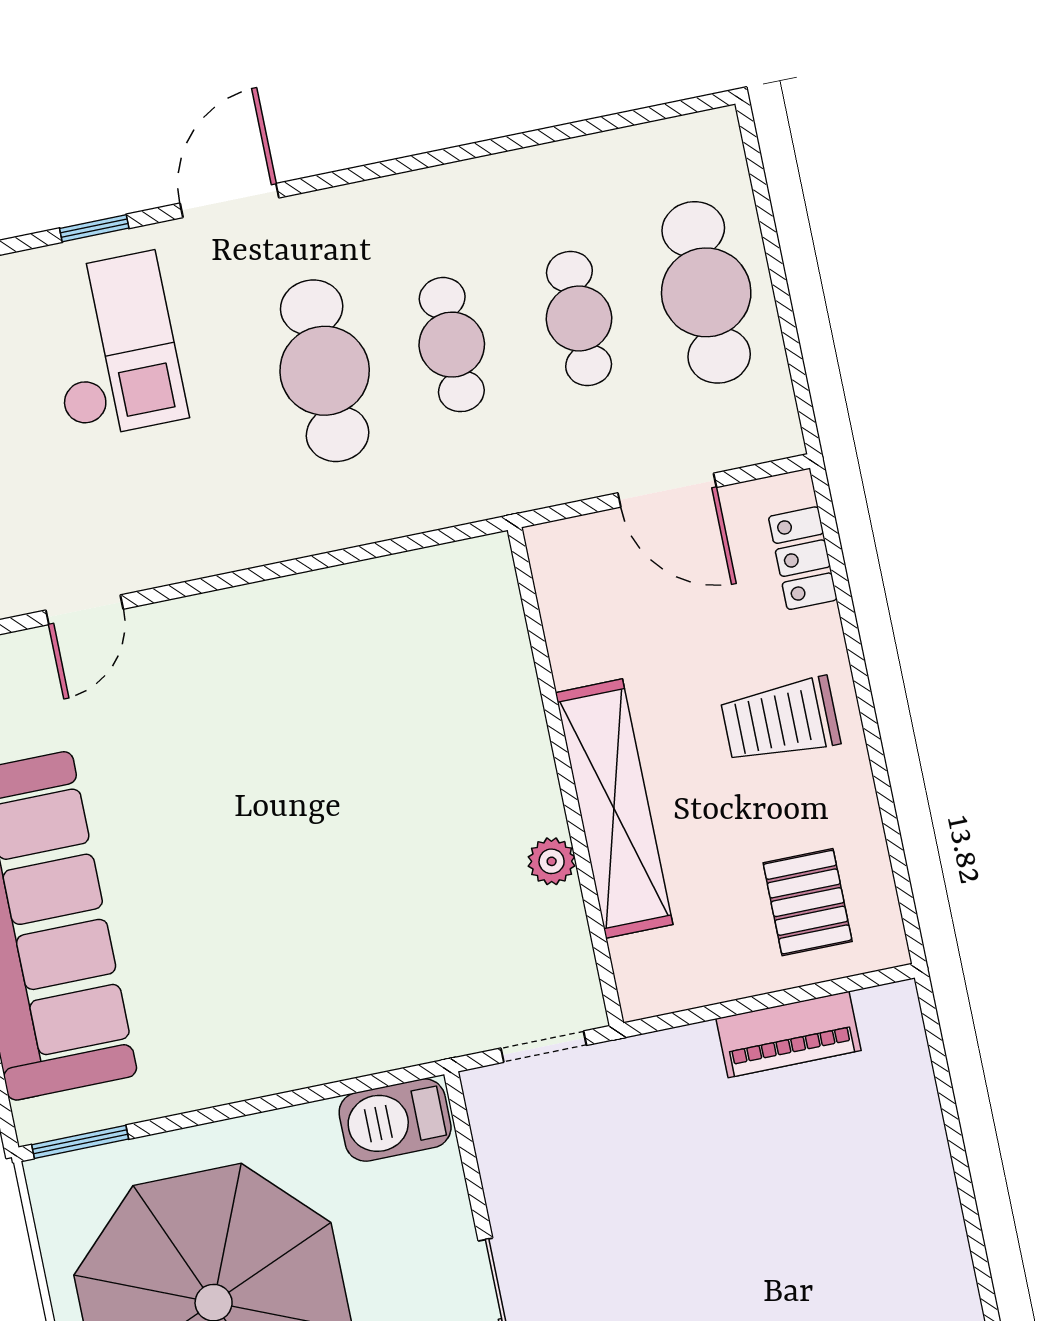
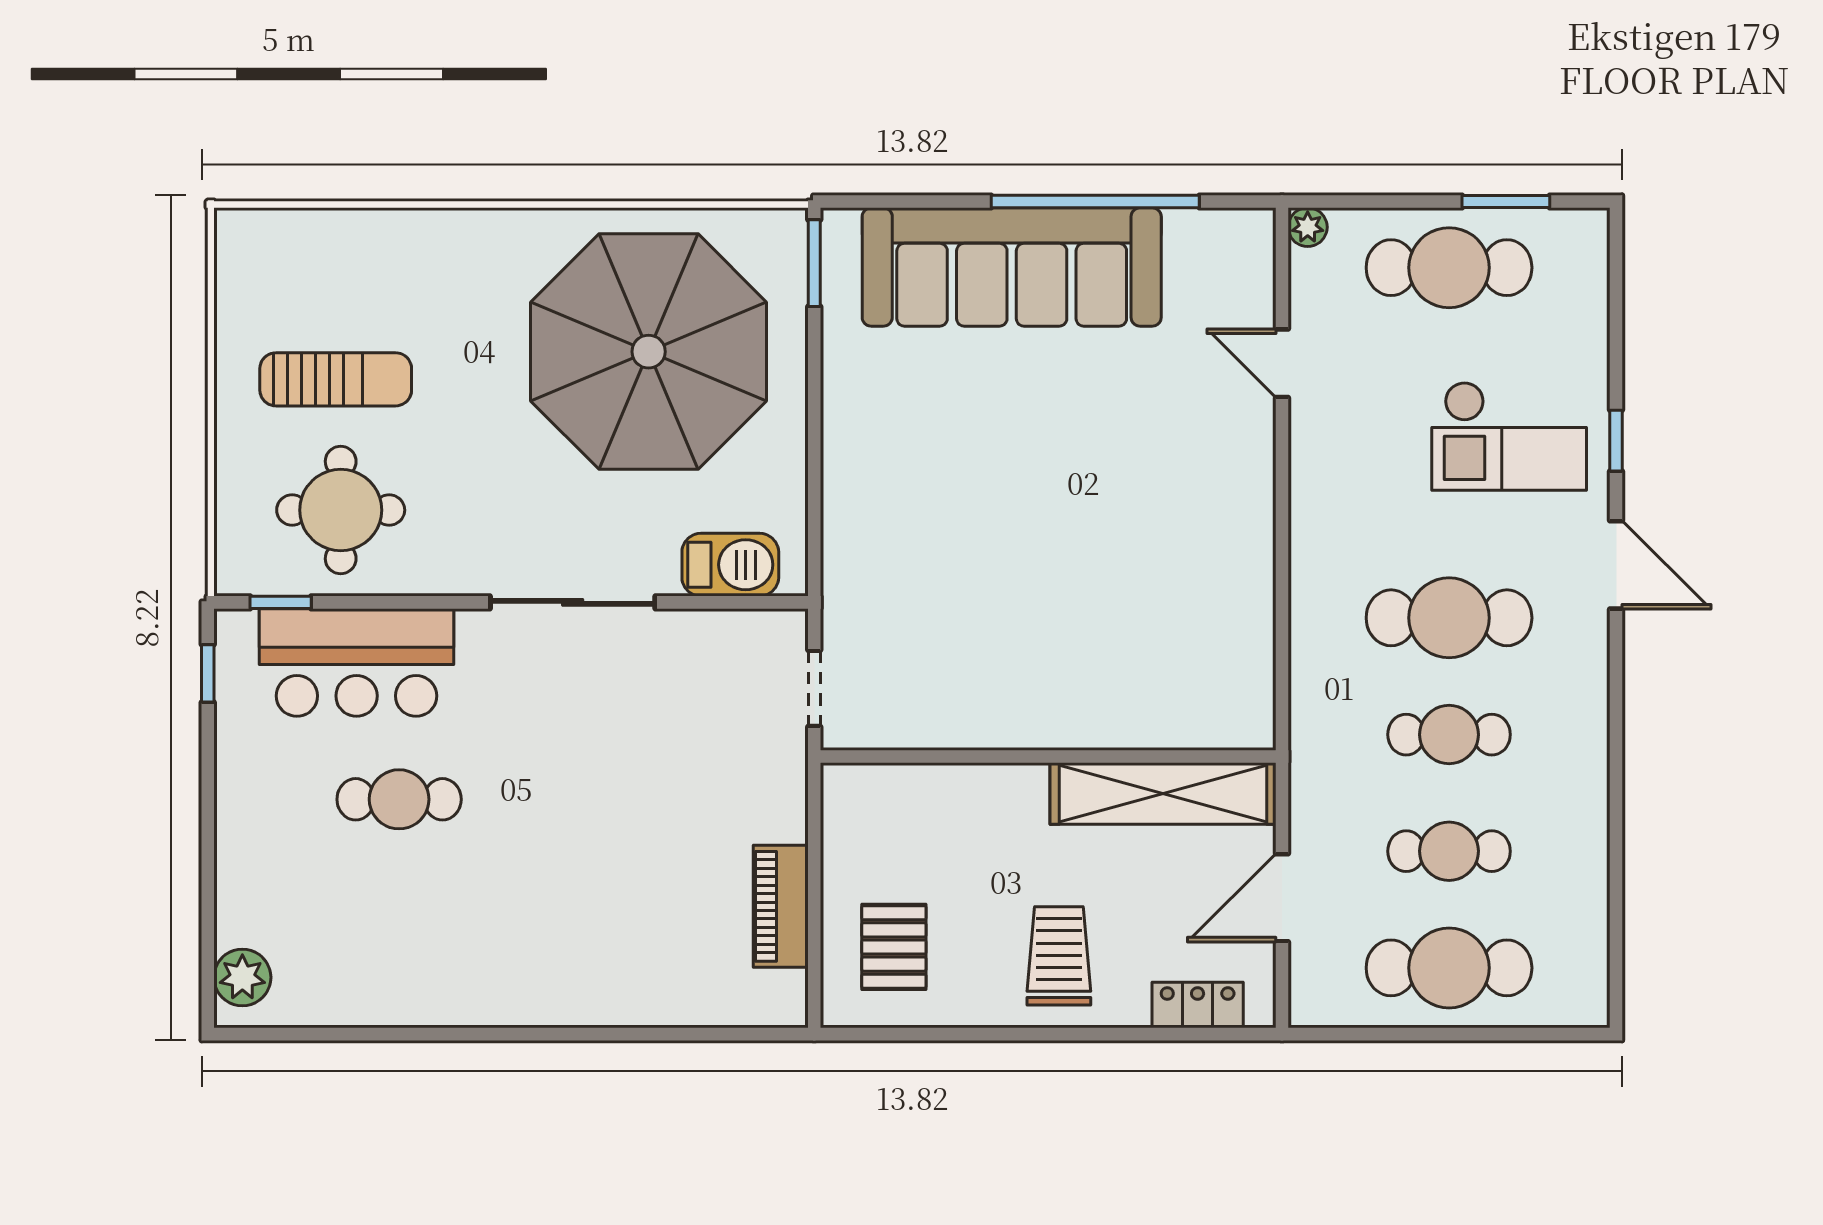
shelving: (614, 809) -> (1163, 794), moved
plant: (552, 861) -> (976, 729), removed
pallet: (808, 902) -> (894, 947), turned 90
barbecue: (395, 1120) -> (730, 565), moved, turned 90

